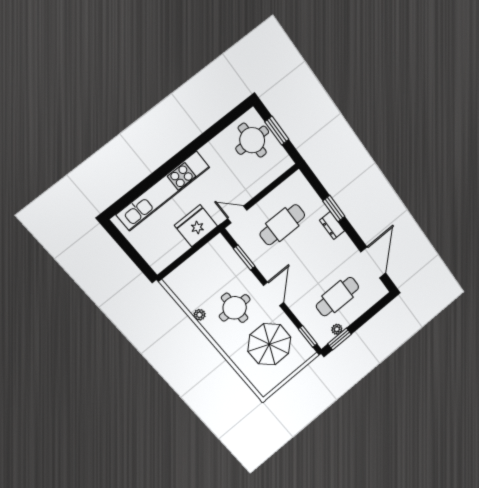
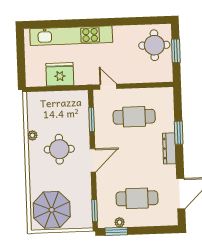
dresser: (332, 225) -> (169, 148), width x1.44
fridge: (196, 226) -> (60, 74), moved
parasol: (269, 344) -> (52, 210), moved

